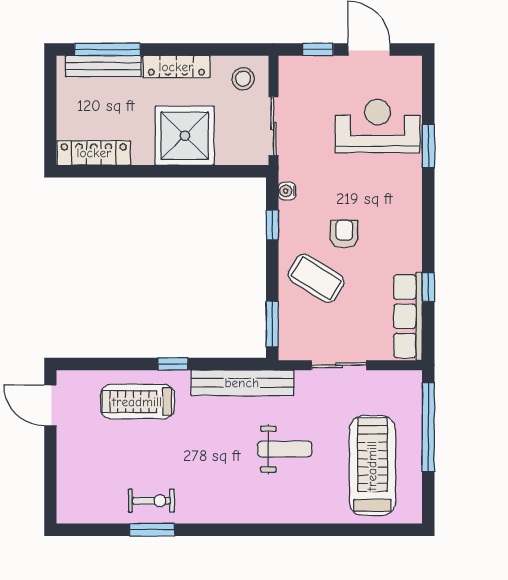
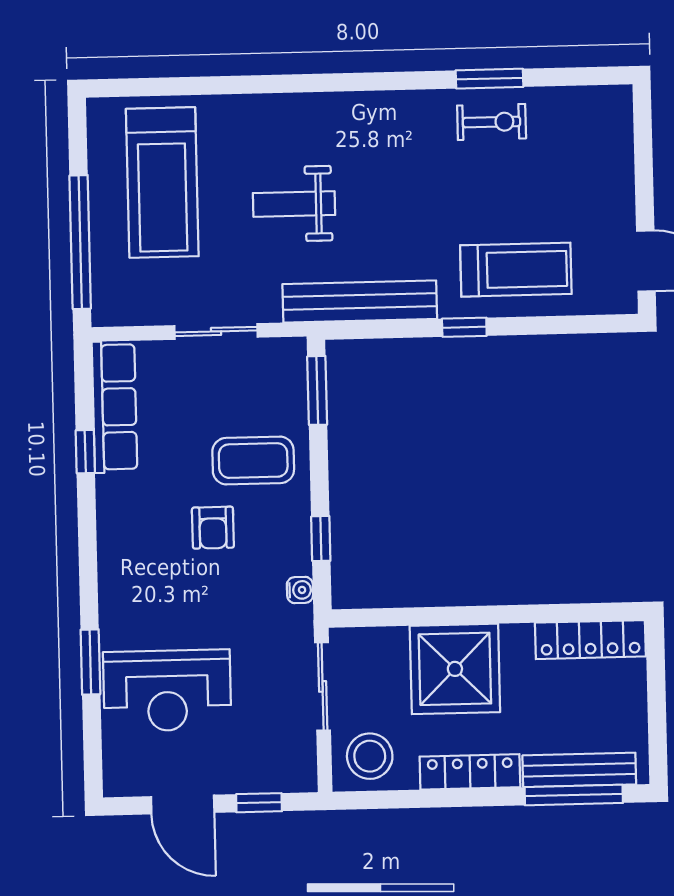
stool: (243, 79) -> (370, 756), width x1.38, depth x1.38
coffee table: (316, 278) -> (253, 461), turned -32
exercise bike: (151, 501) -> (492, 122), turned 180

